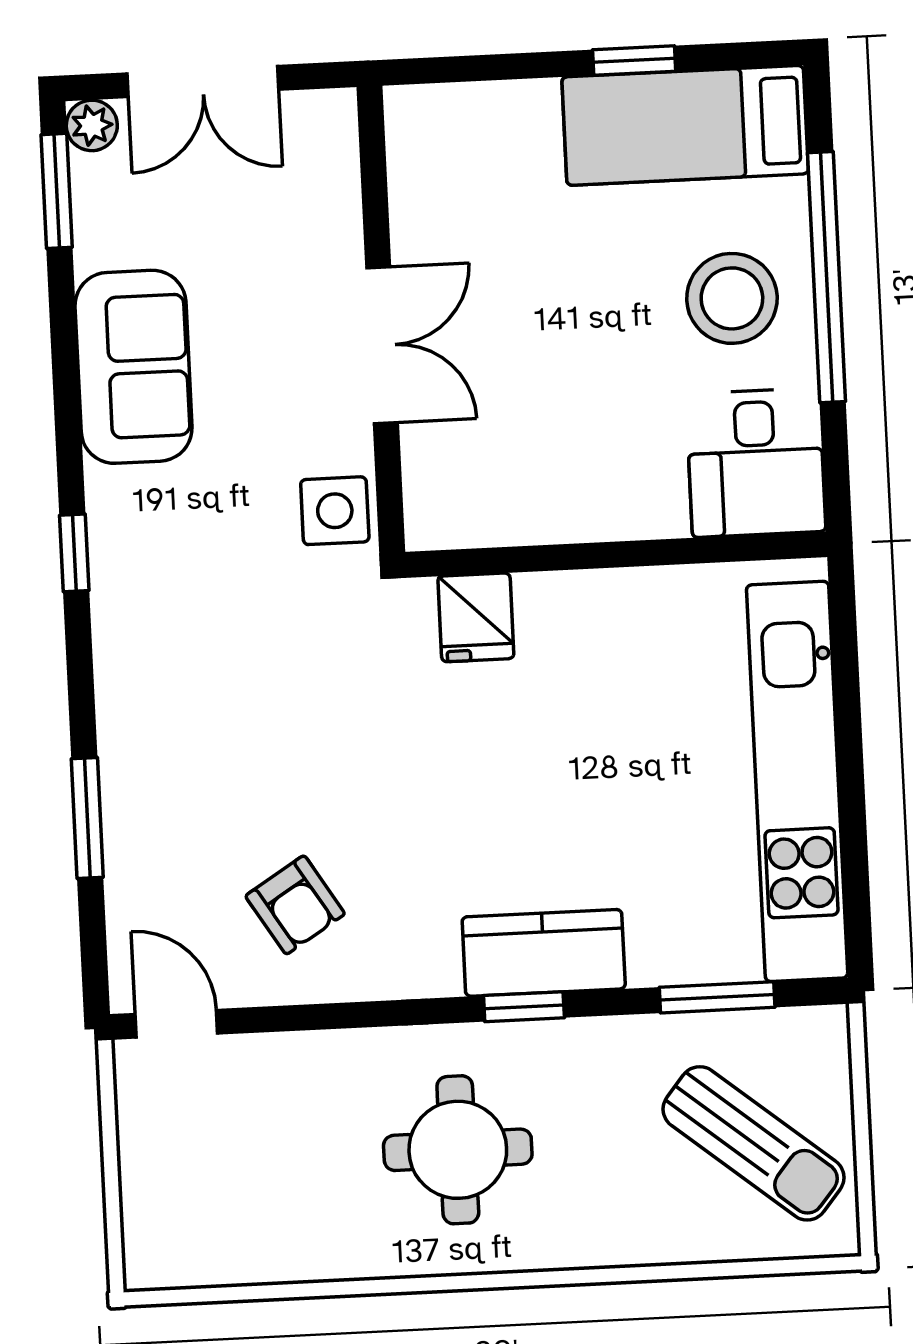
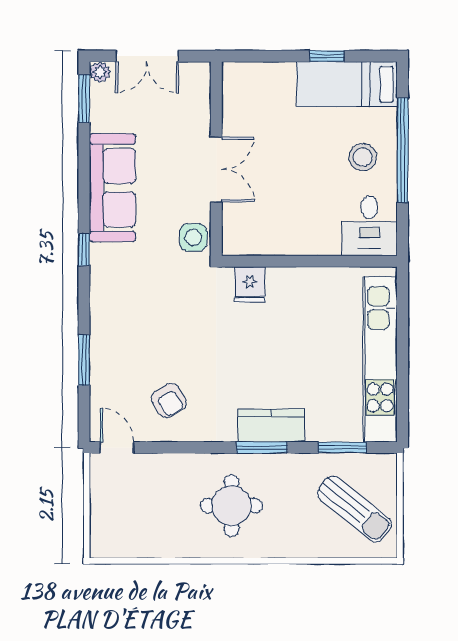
stool: (732, 298) -> (363, 157), width x0.73, depth x0.73
sofa: (134, 367) -> (112, 188), width x1.36
window: (524, 1007) -> (262, 448), width x1.50

